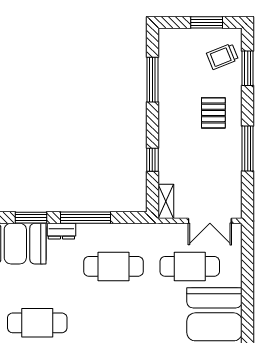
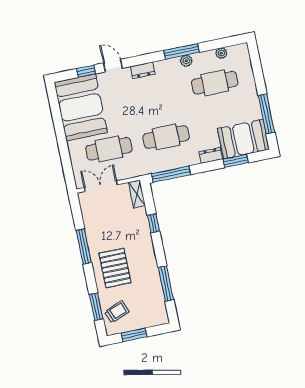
pallet: (213, 113) -> (115, 268), width x1.50, depth x1.42
window: (86, 218) -> (171, 174), moved

